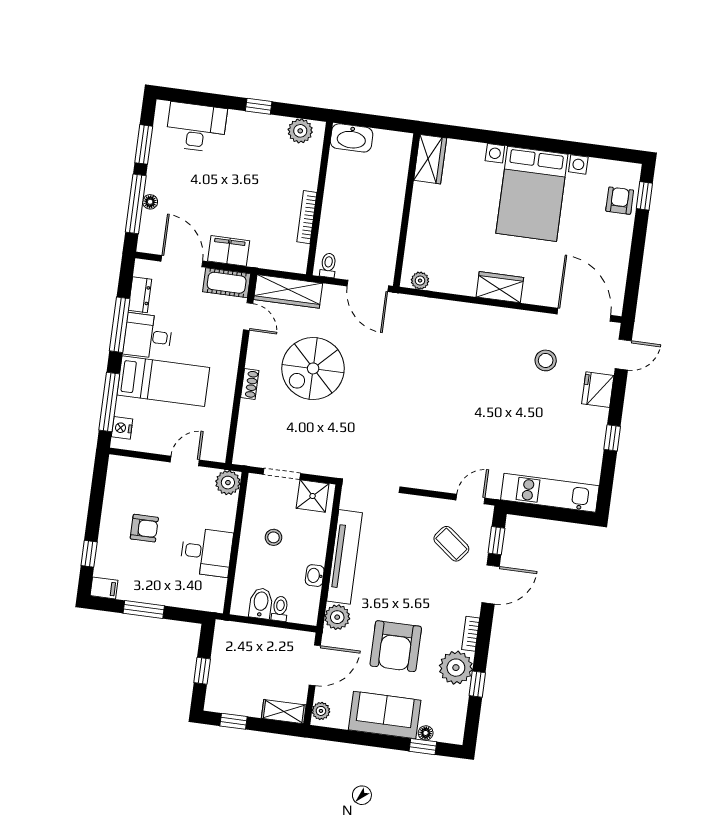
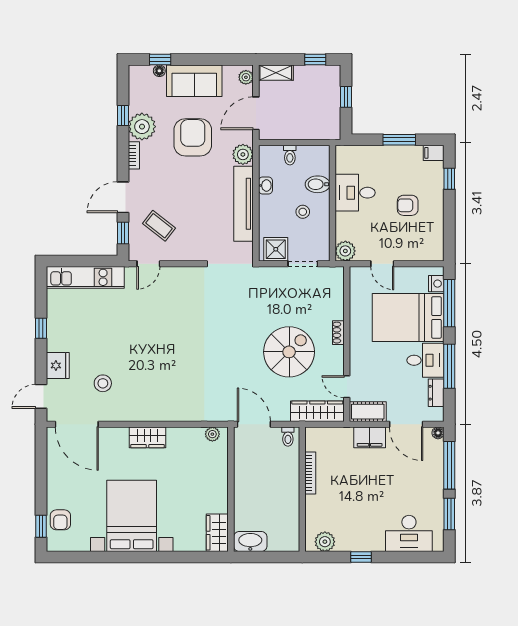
washbasin: (352, 138) -> (250, 542), moved
floor lamp: (150, 202) -> (438, 433), moved
bed: (163, 381) -> (408, 318), width x1.50
door: (185, 461) -> (382, 264), hinge flipped
bidet: (261, 603) -> (318, 184), moved, turned 90

